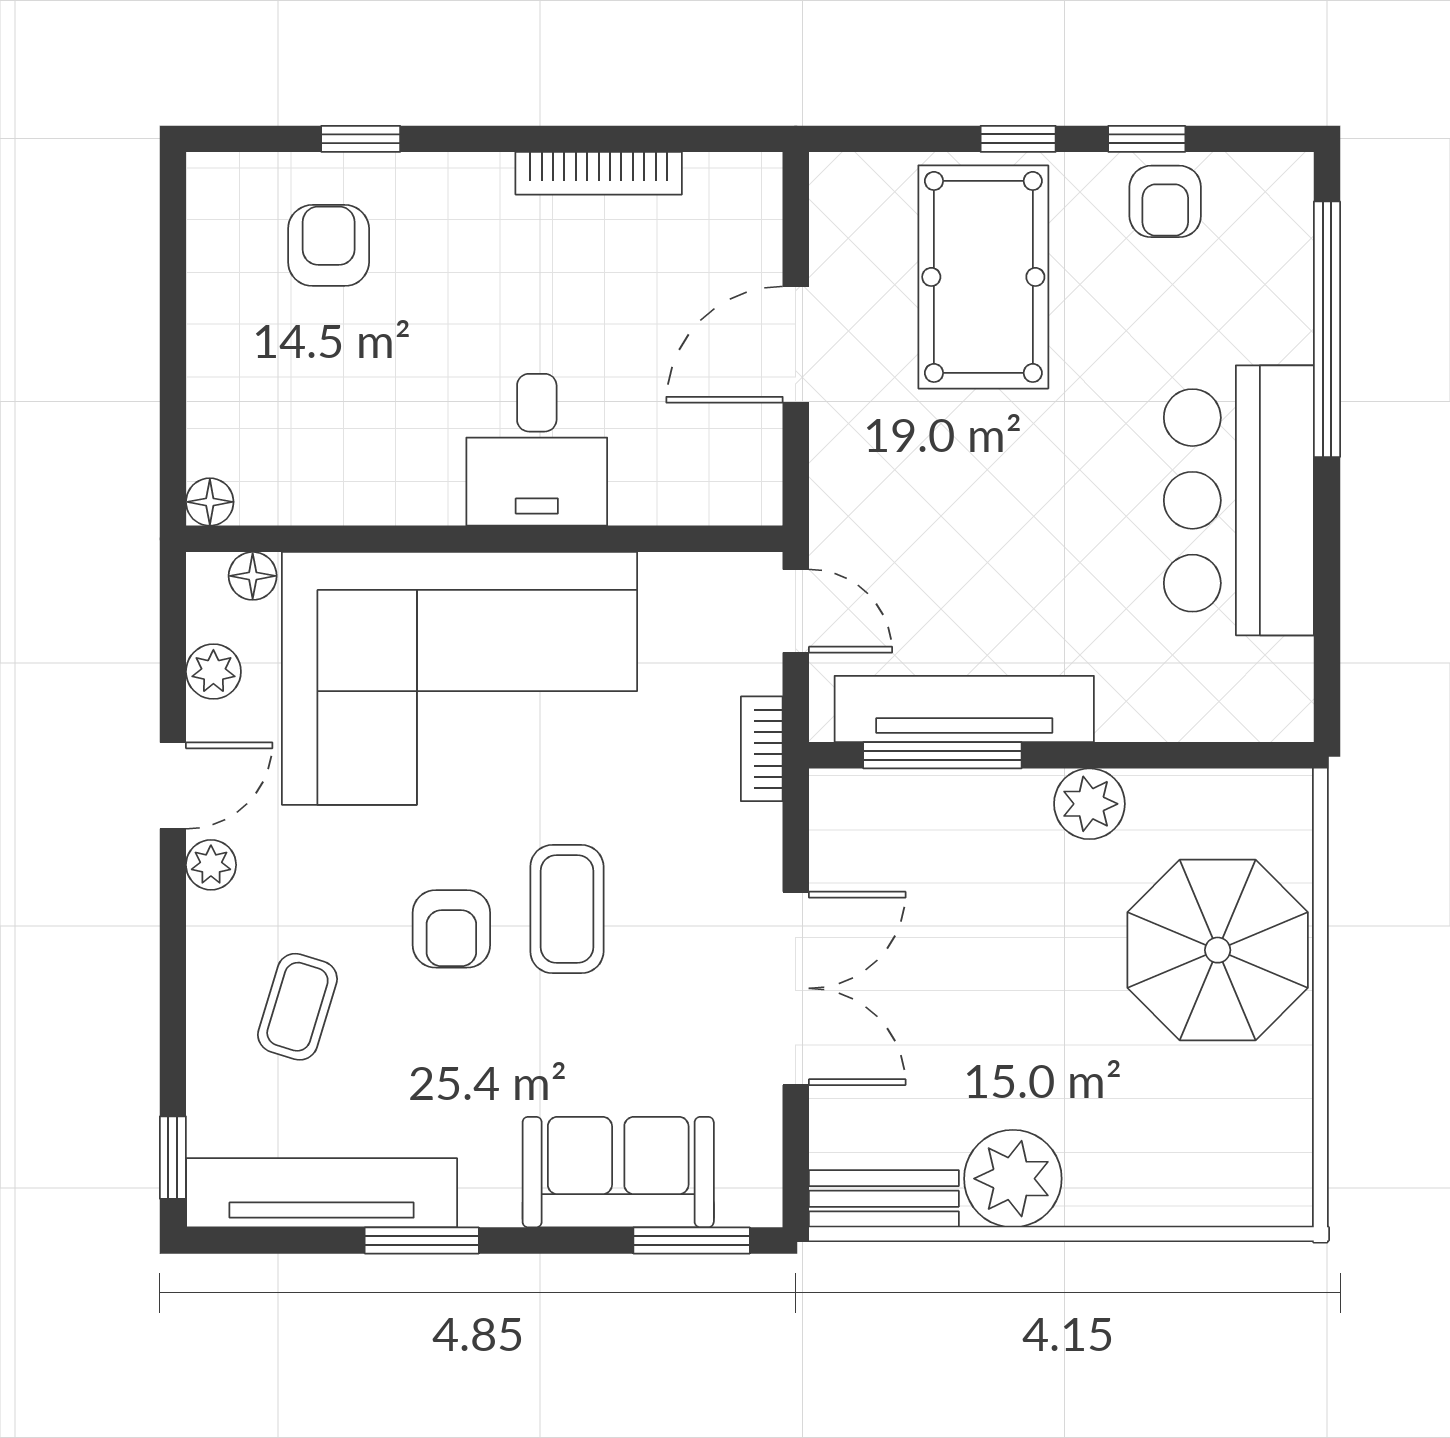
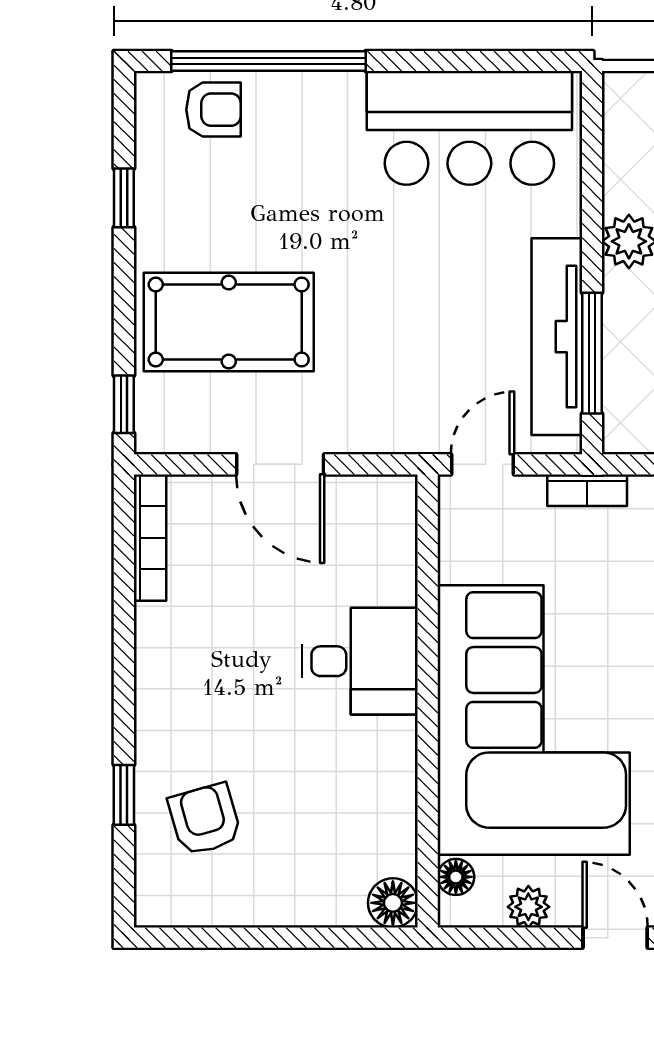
window: (1018, 139) -> (124, 404), moved
bookcase: (599, 173) -> (150, 538), moved
armchair: (1165, 201) -> (213, 110), moved
armchair: (329, 245) -> (205, 819), turned 74
bar counter: (1239, 500) -> (469, 128), moved
floor lamp: (210, 502) -> (393, 903), width x1.37, depth x1.37

